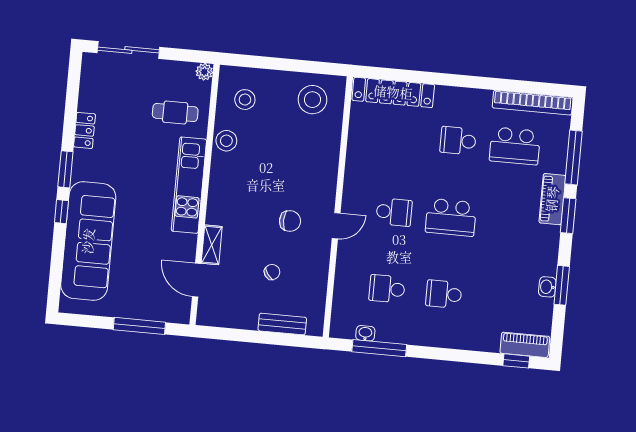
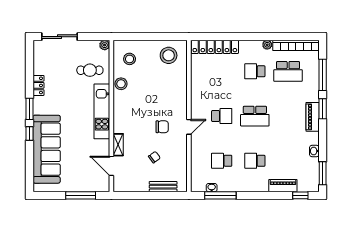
plant: (483, 97) -> (267, 45), added
piano: (552, 199) -> (313, 117), moved
window: (562, 285) -> (323, 173), moved
piano: (525, 345) -> (283, 186), moved

